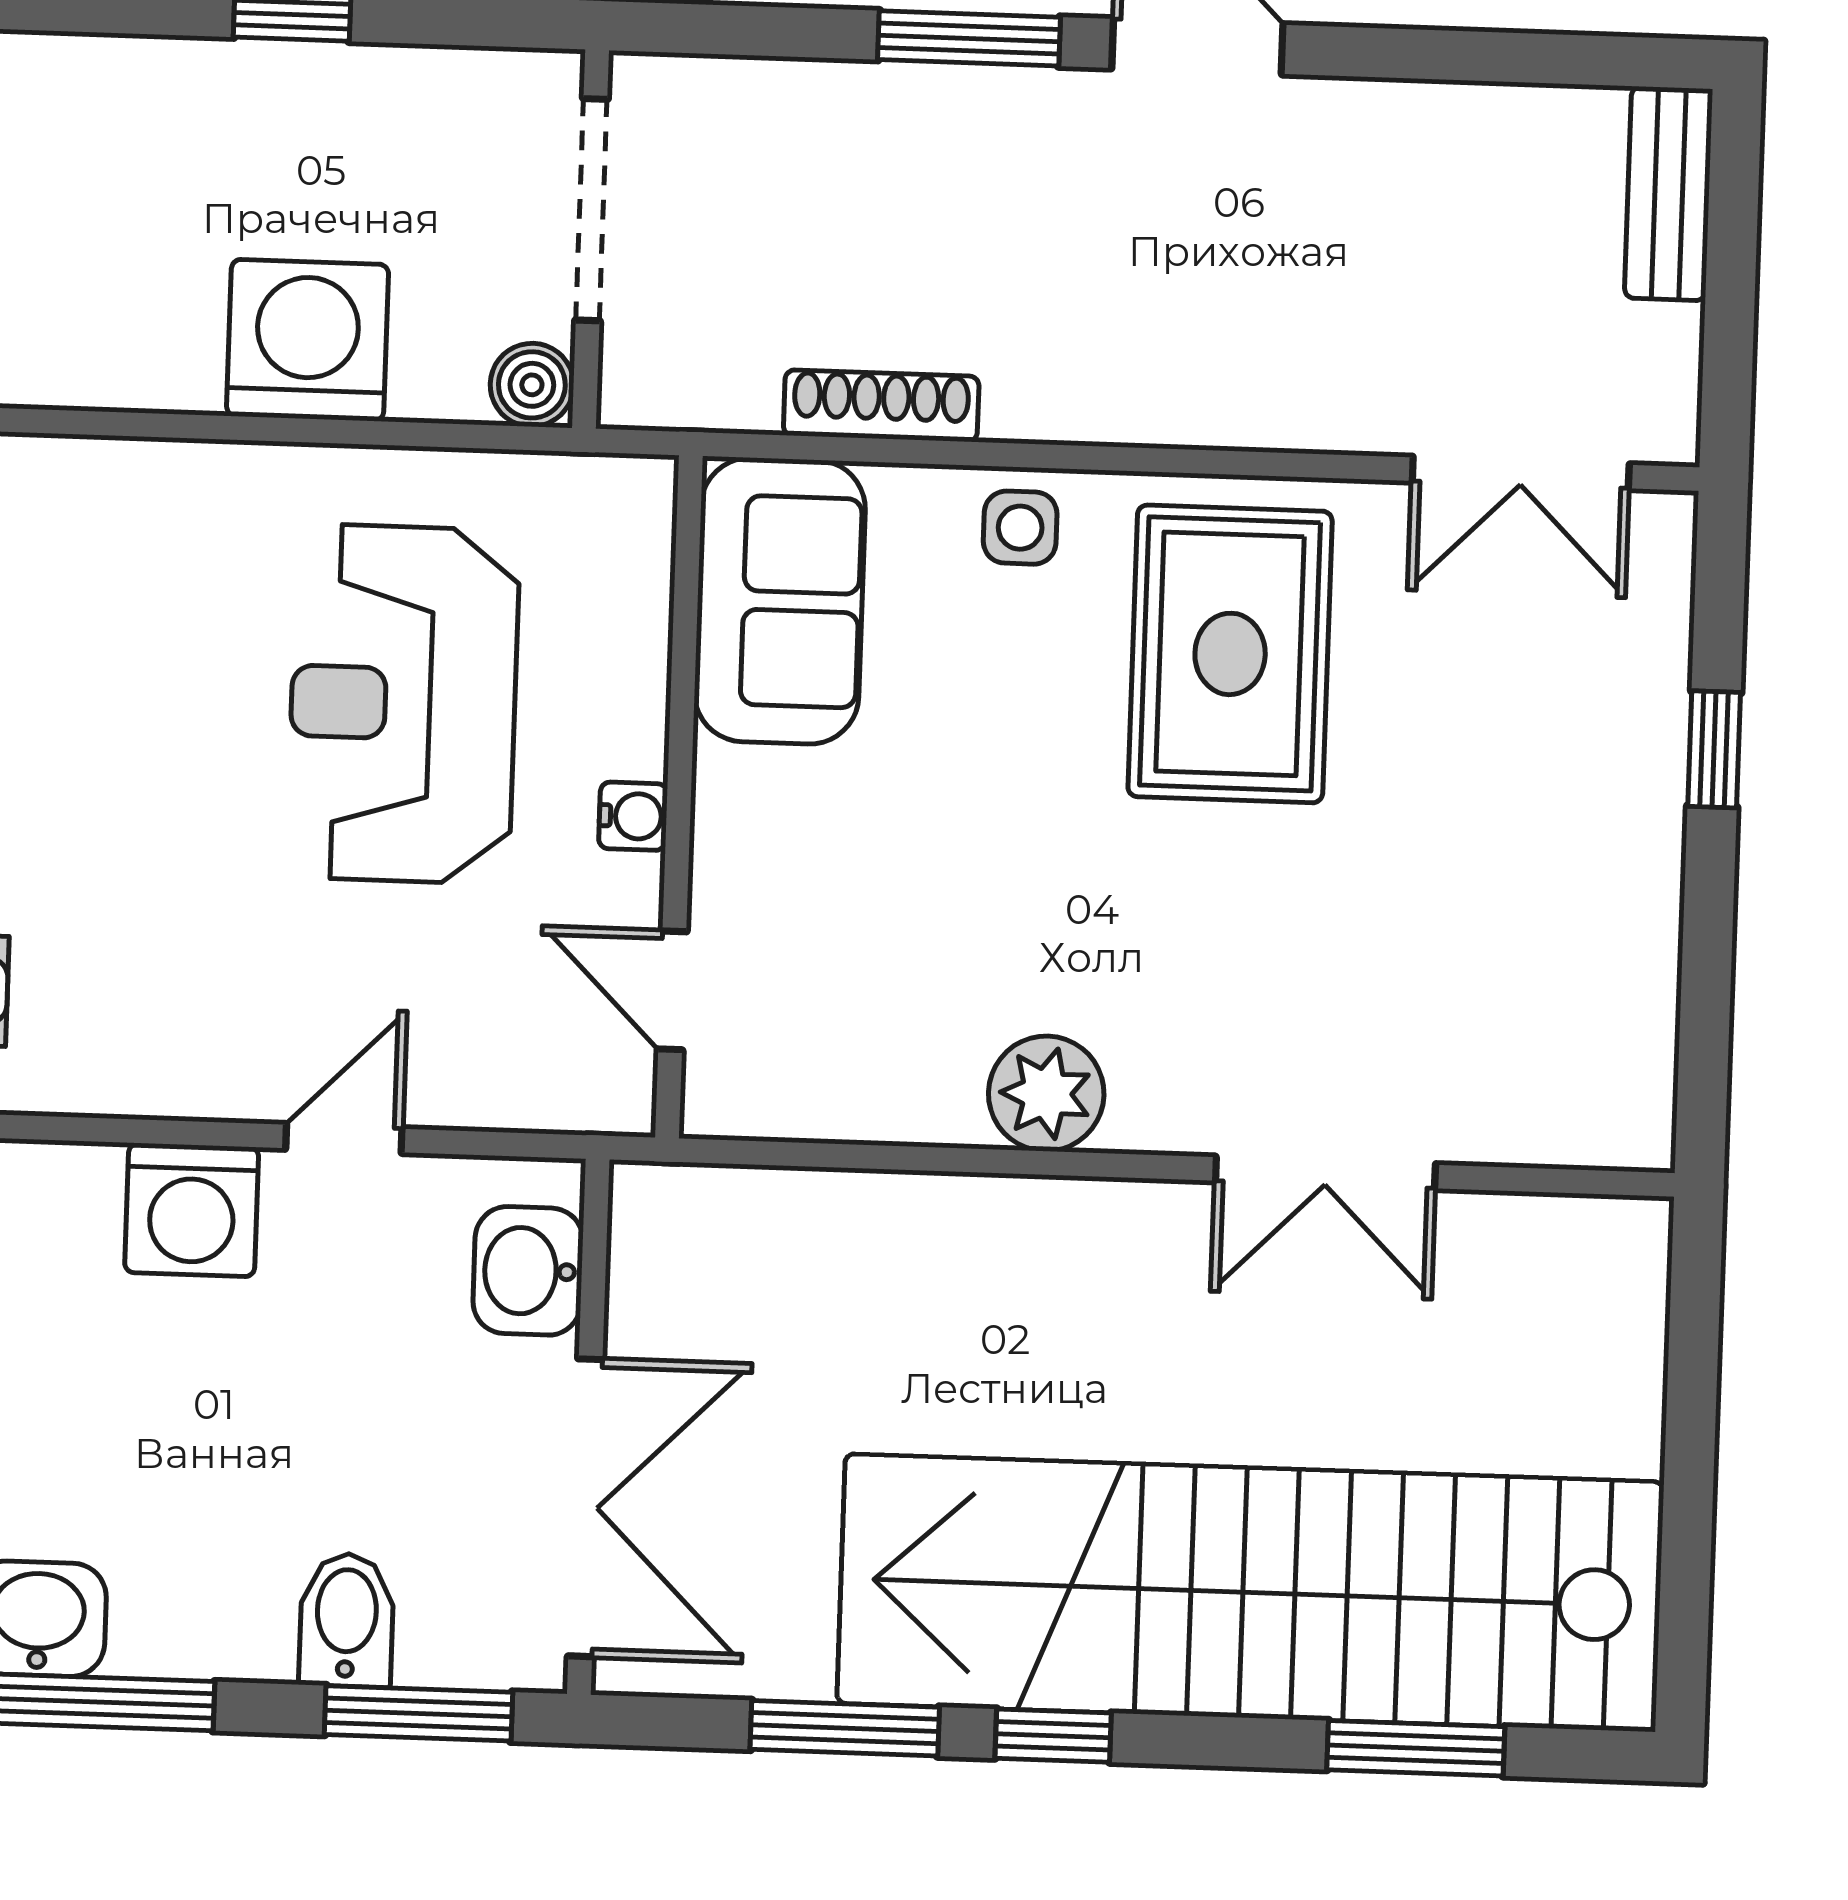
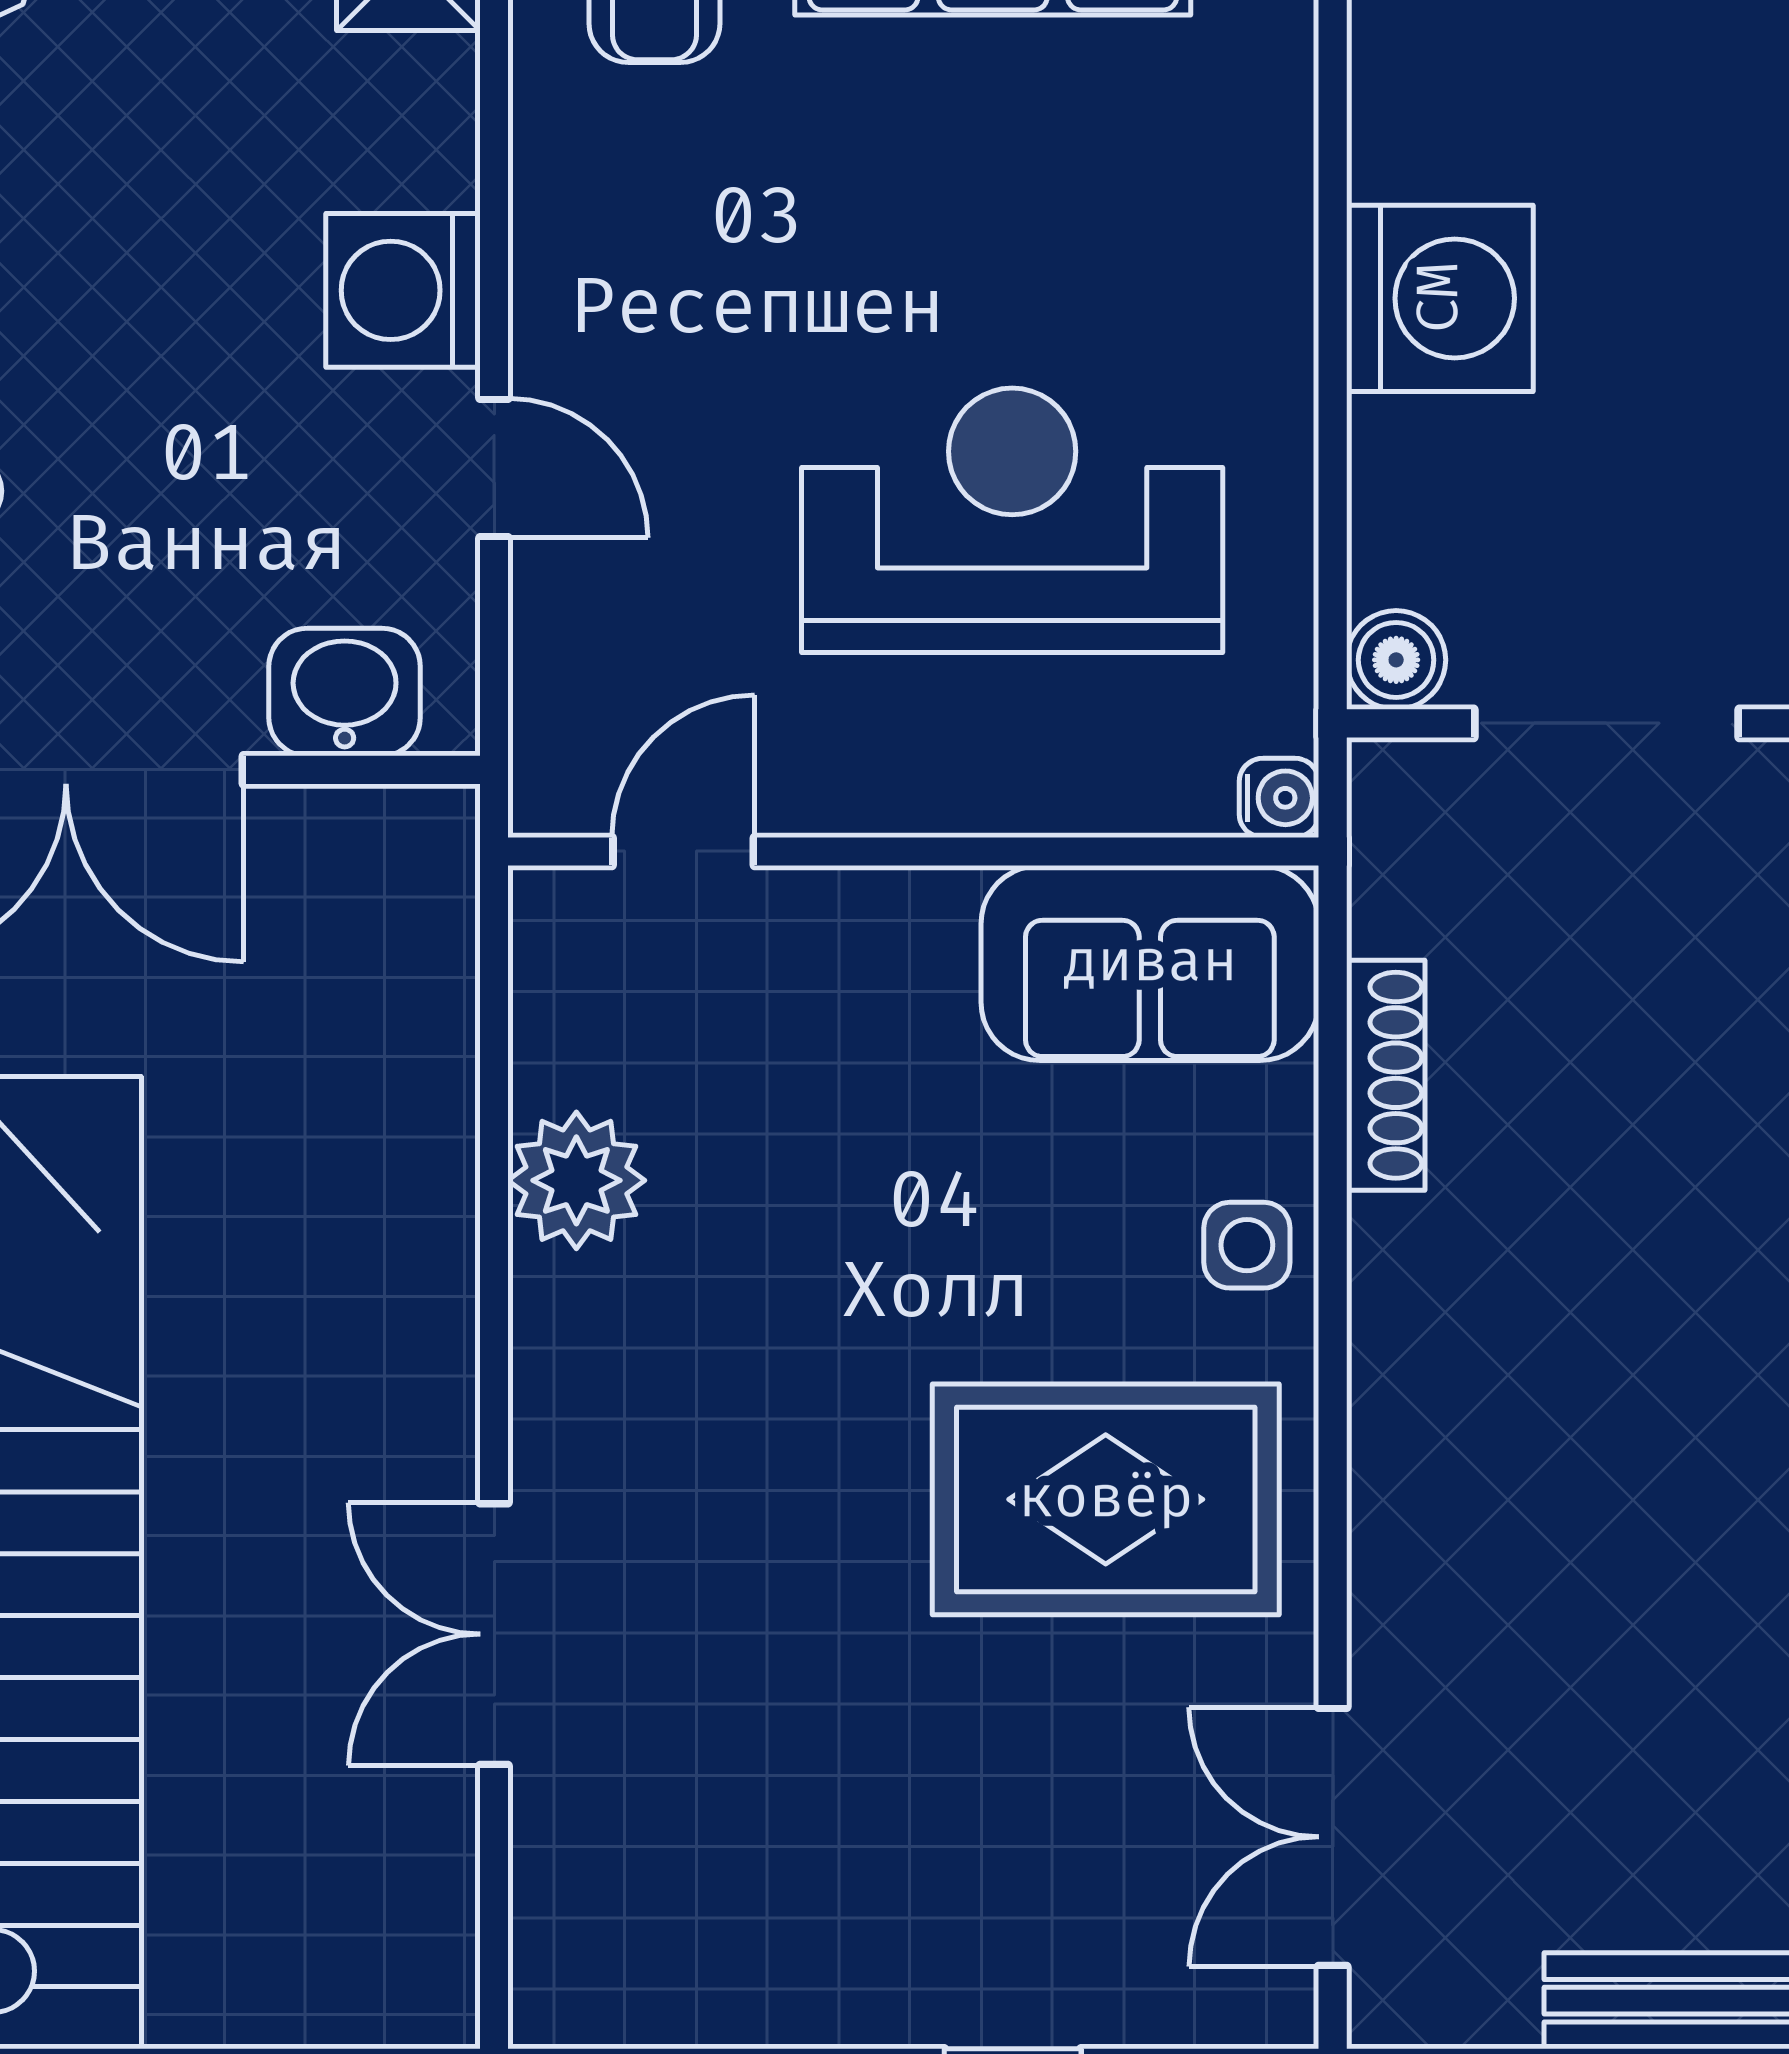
washing machine: (308, 340) -> (1440, 298), moved
water cooler: (633, 816) -> (1279, 798), moved, turned -90
plant: (1046, 1094) -> (576, 1180), moved

